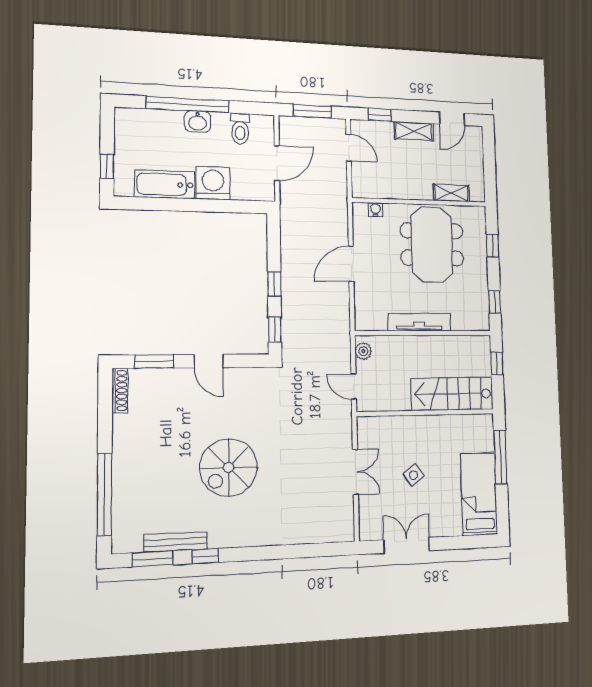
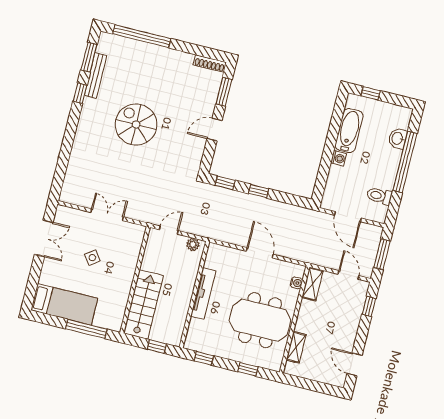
washbasin: (198, 122) -> (398, 138), moved
shelving: (414, 131) -> (313, 284), moved
door: (349, 147) -> (348, 275), swing flipped
washing machine: (213, 183) -> (338, 158), width x0.53, depth x0.53
double door: (355, 472) -> (107, 215), swing flipped

